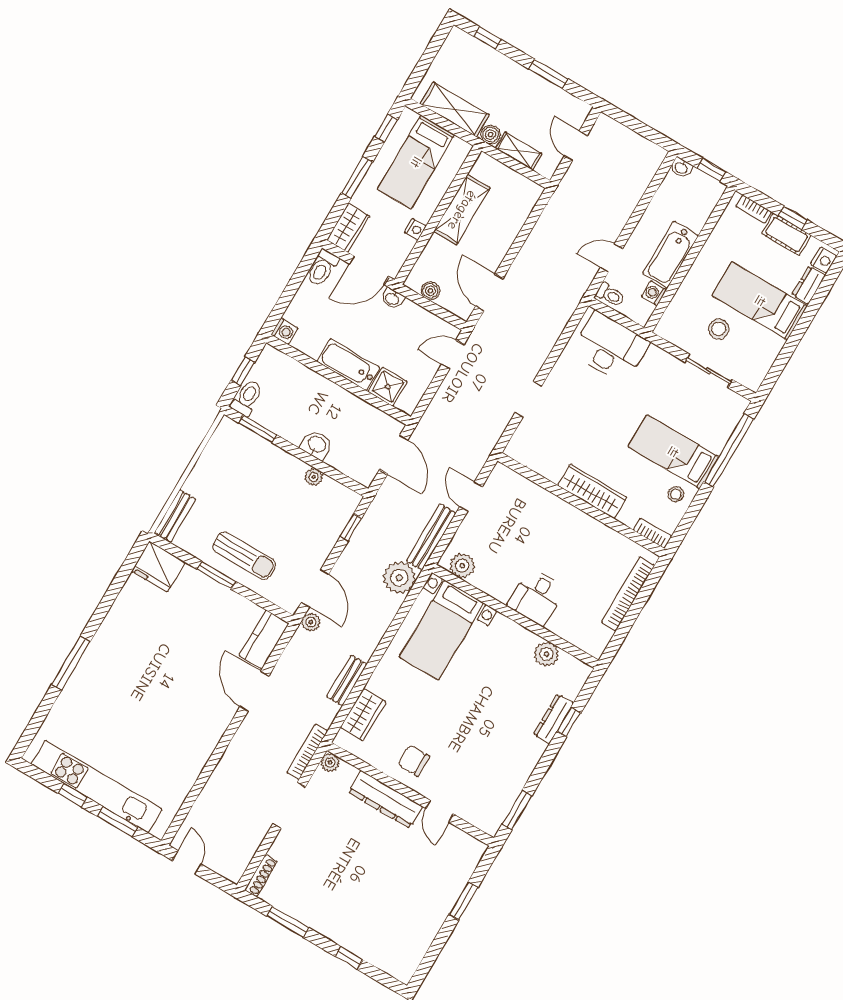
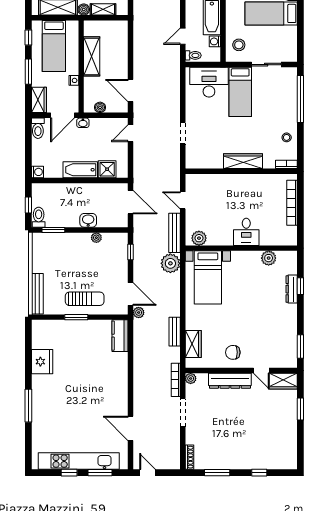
stool: (719, 329) -> (239, 45), moved
bed: (673, 452) -> (240, 92), moved, turned -90
bench: (175, 516) -> (37, 294), width x1.36
fridge: (158, 567) -> (42, 362), moved, turned -90
door: (254, 691) -> (131, 428), moved
wardrobe: (462, 846) -> (283, 381), added

